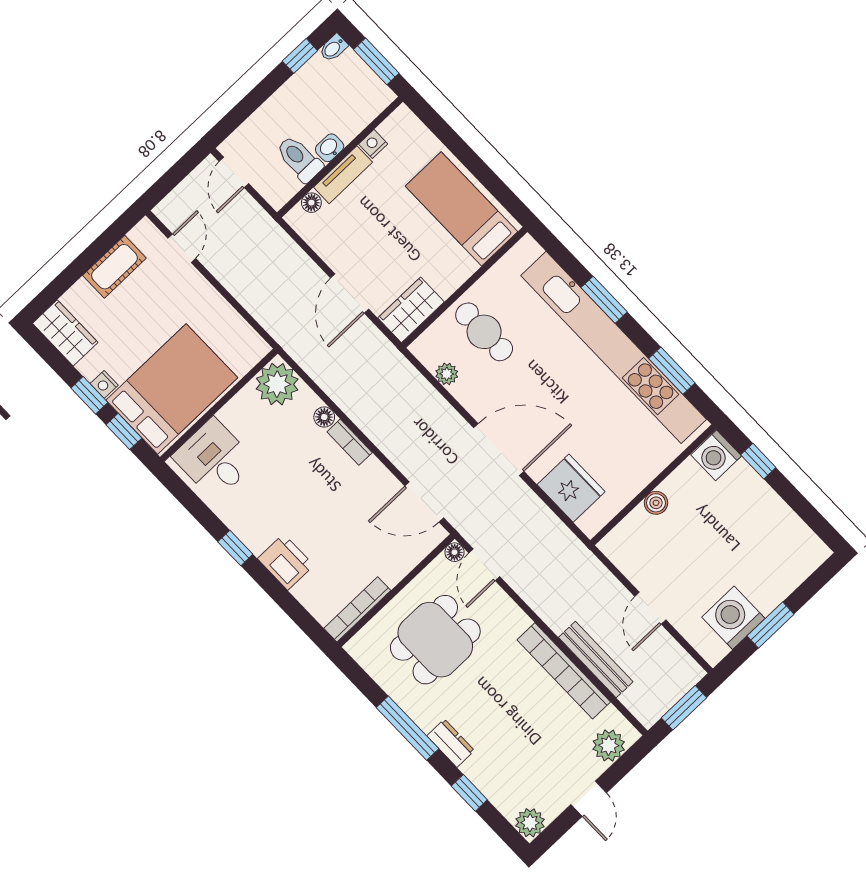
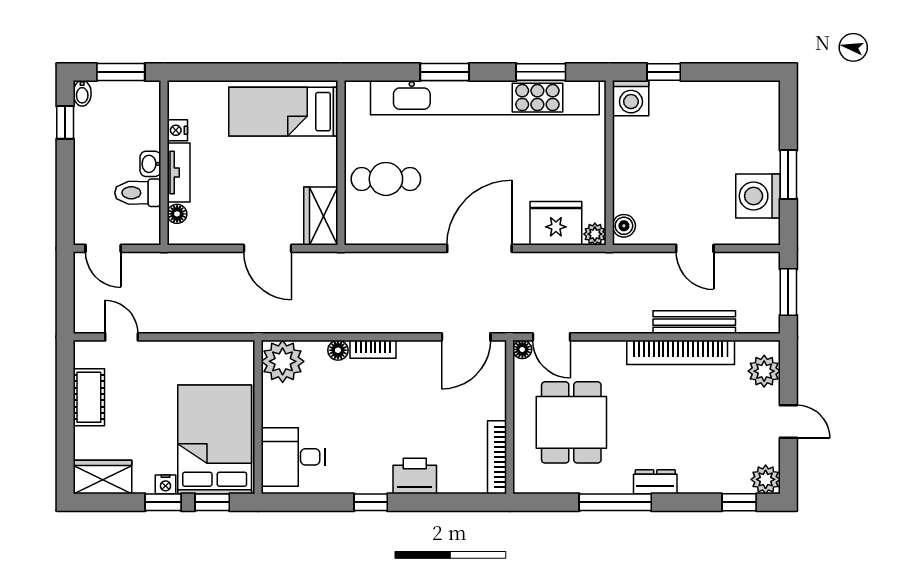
plant: (447, 374) -> (595, 234), moved
boiler: (656, 503) -> (624, 226), moved
window: (469, 793) -> (739, 502), moved

